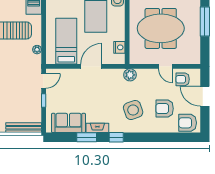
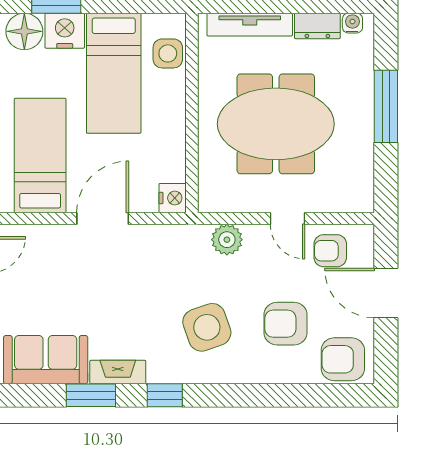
nightstand: (119, 47) -> (173, 198), moved
plant: (130, 75) -> (227, 240), moved

